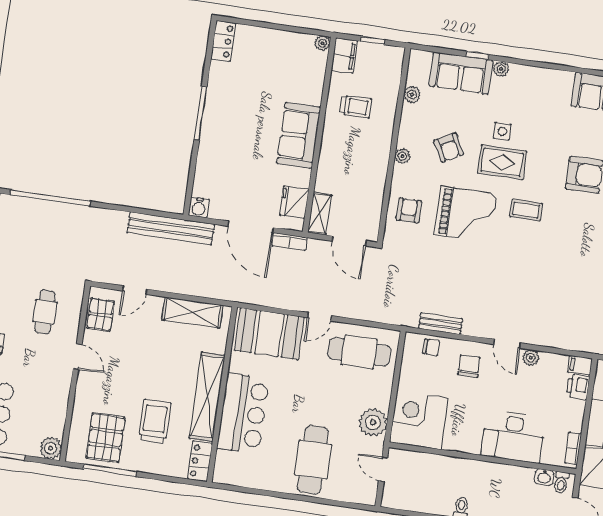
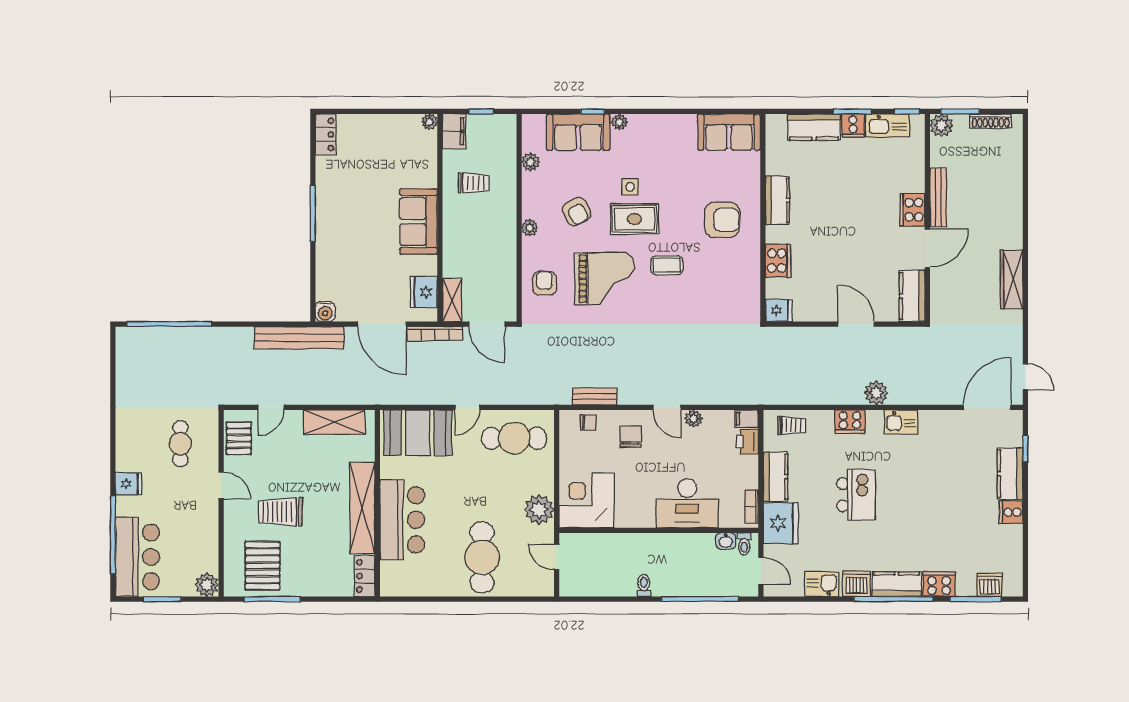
bookcase: (289, 242) -> (435, 334), width x1.56
trolley: (155, 421) -> (280, 512), moved, turned -90

